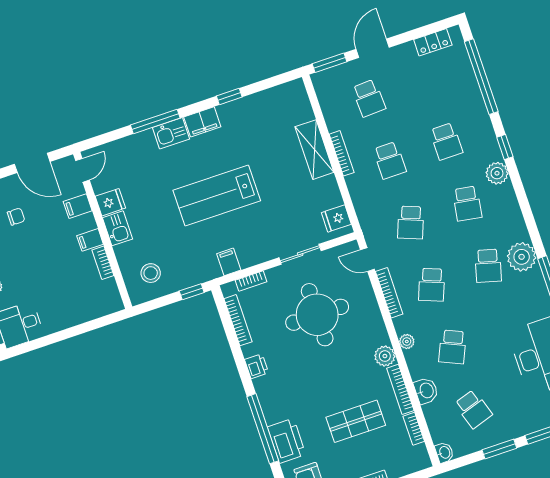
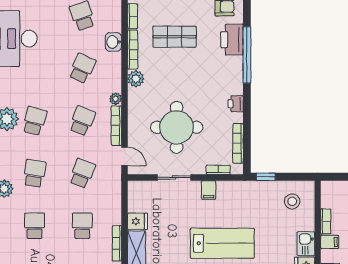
fridge: (336, 218) -> (137, 221), moved
filing cabinet: (229, 262) -> (209, 190), moved
plant: (407, 341) -> (116, 99), moved

